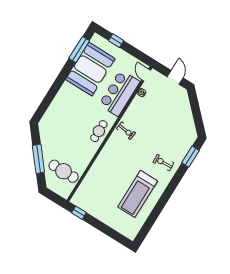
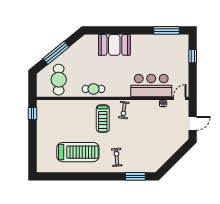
booth: (90, 69) -> (114, 45), moved, width x0.73, depth x0.70
cafe table: (99, 131) -> (93, 89), moved
treadmill: (122, 154) -> (103, 118), added
treadmill: (138, 194) -> (78, 152), turned 180

